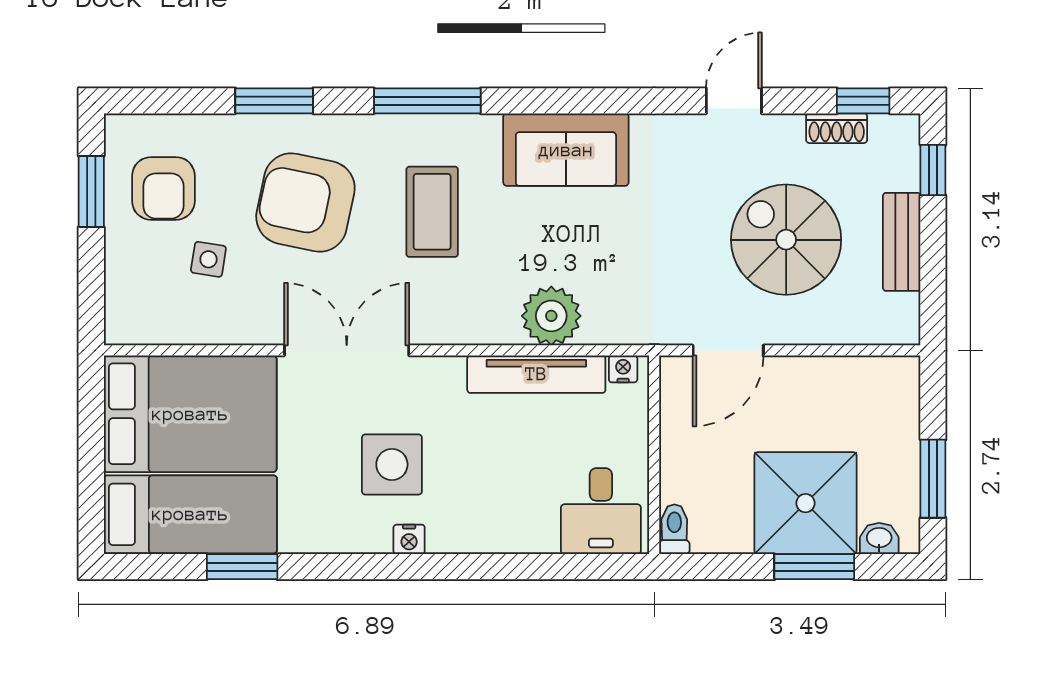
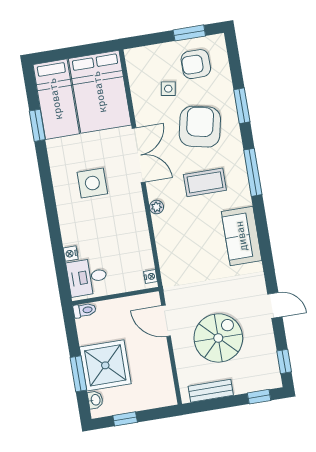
shoe rack: (837, 128) -> (270, 352), removed
bench: (902, 242) -> (211, 391), moved
plant: (551, 316) -> (156, 207), moved, width x0.53, depth x0.53
tv unit: (536, 374) -> (142, 239), removed
window: (933, 479) -> (125, 419), width x0.67
nightstand: (409, 539) -> (71, 254), moved

